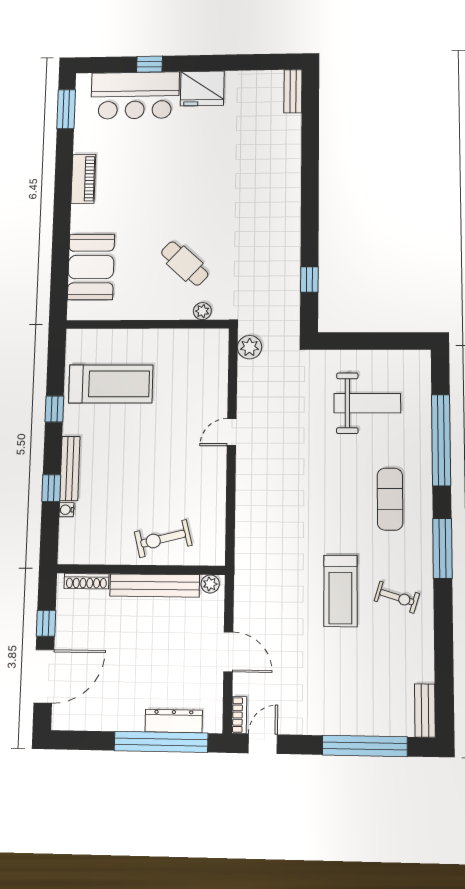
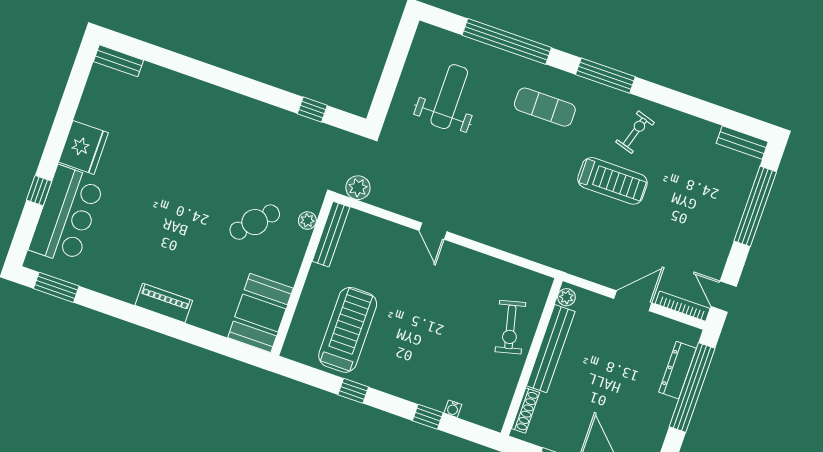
piano: (83, 179) -> (164, 303), moved
booth: (91, 267) -> (260, 313), moved, turned 90
bench: (70, 468) -> (331, 234), moved, turned 90
bookcase: (239, 715) -> (683, 306), width x1.56

